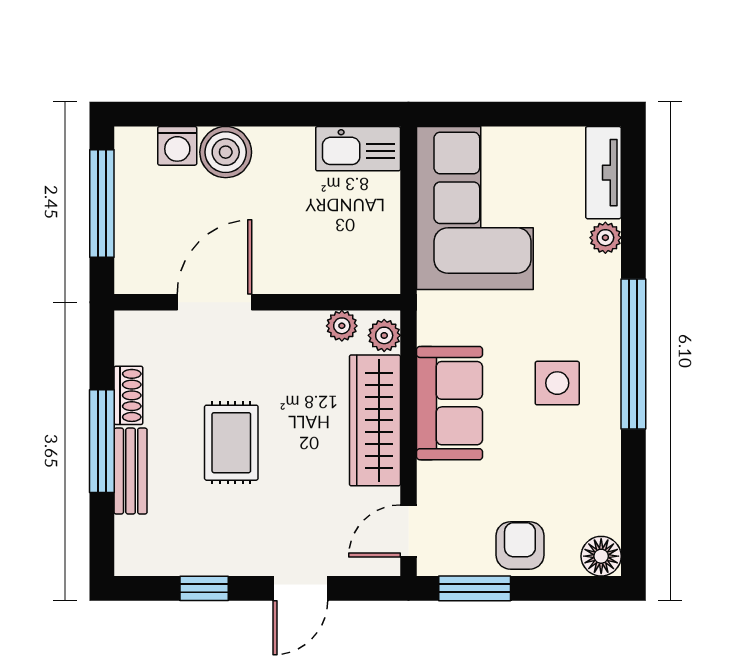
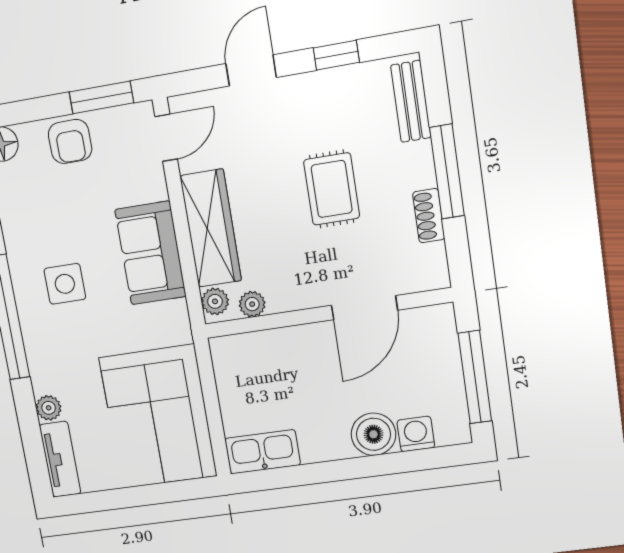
bench: (131, 471) -> (411, 101), moved

